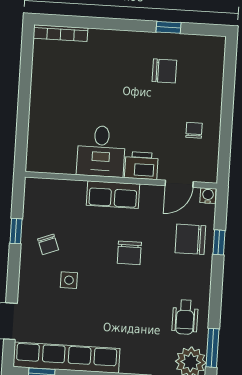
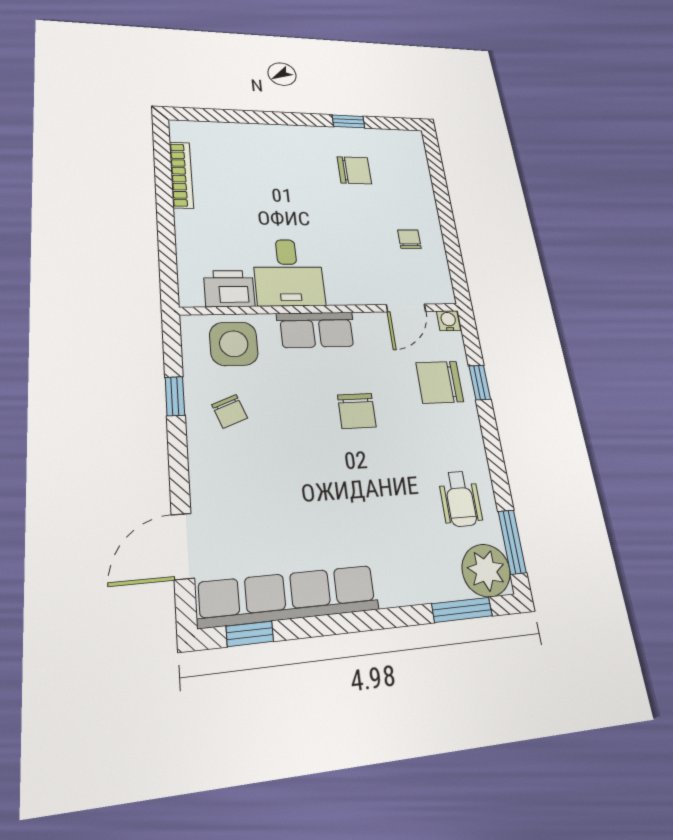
bookcase: (60, 33) -> (181, 175), moved, turned -90
printer: (141, 165) -> (229, 289), moved
side table: (69, 280) -> (234, 344), moved, width x1.87, depth x1.87

